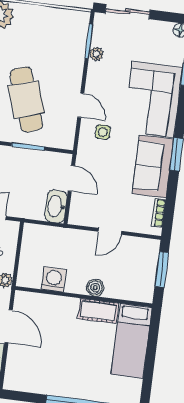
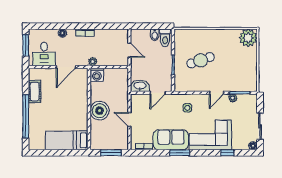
sliding door: (128, 12) -> (260, 126), moved
cafe table: (26, 99) -> (201, 60), width x0.73, depth x0.74
door: (81, 105) -> (217, 93), moved
washing machine: (54, 279) -> (97, 75), moved, turned 90
boiler: (95, 288) -> (100, 111), width x1.86, depth x1.86
cot: (98, 311) -> (35, 92), moved

